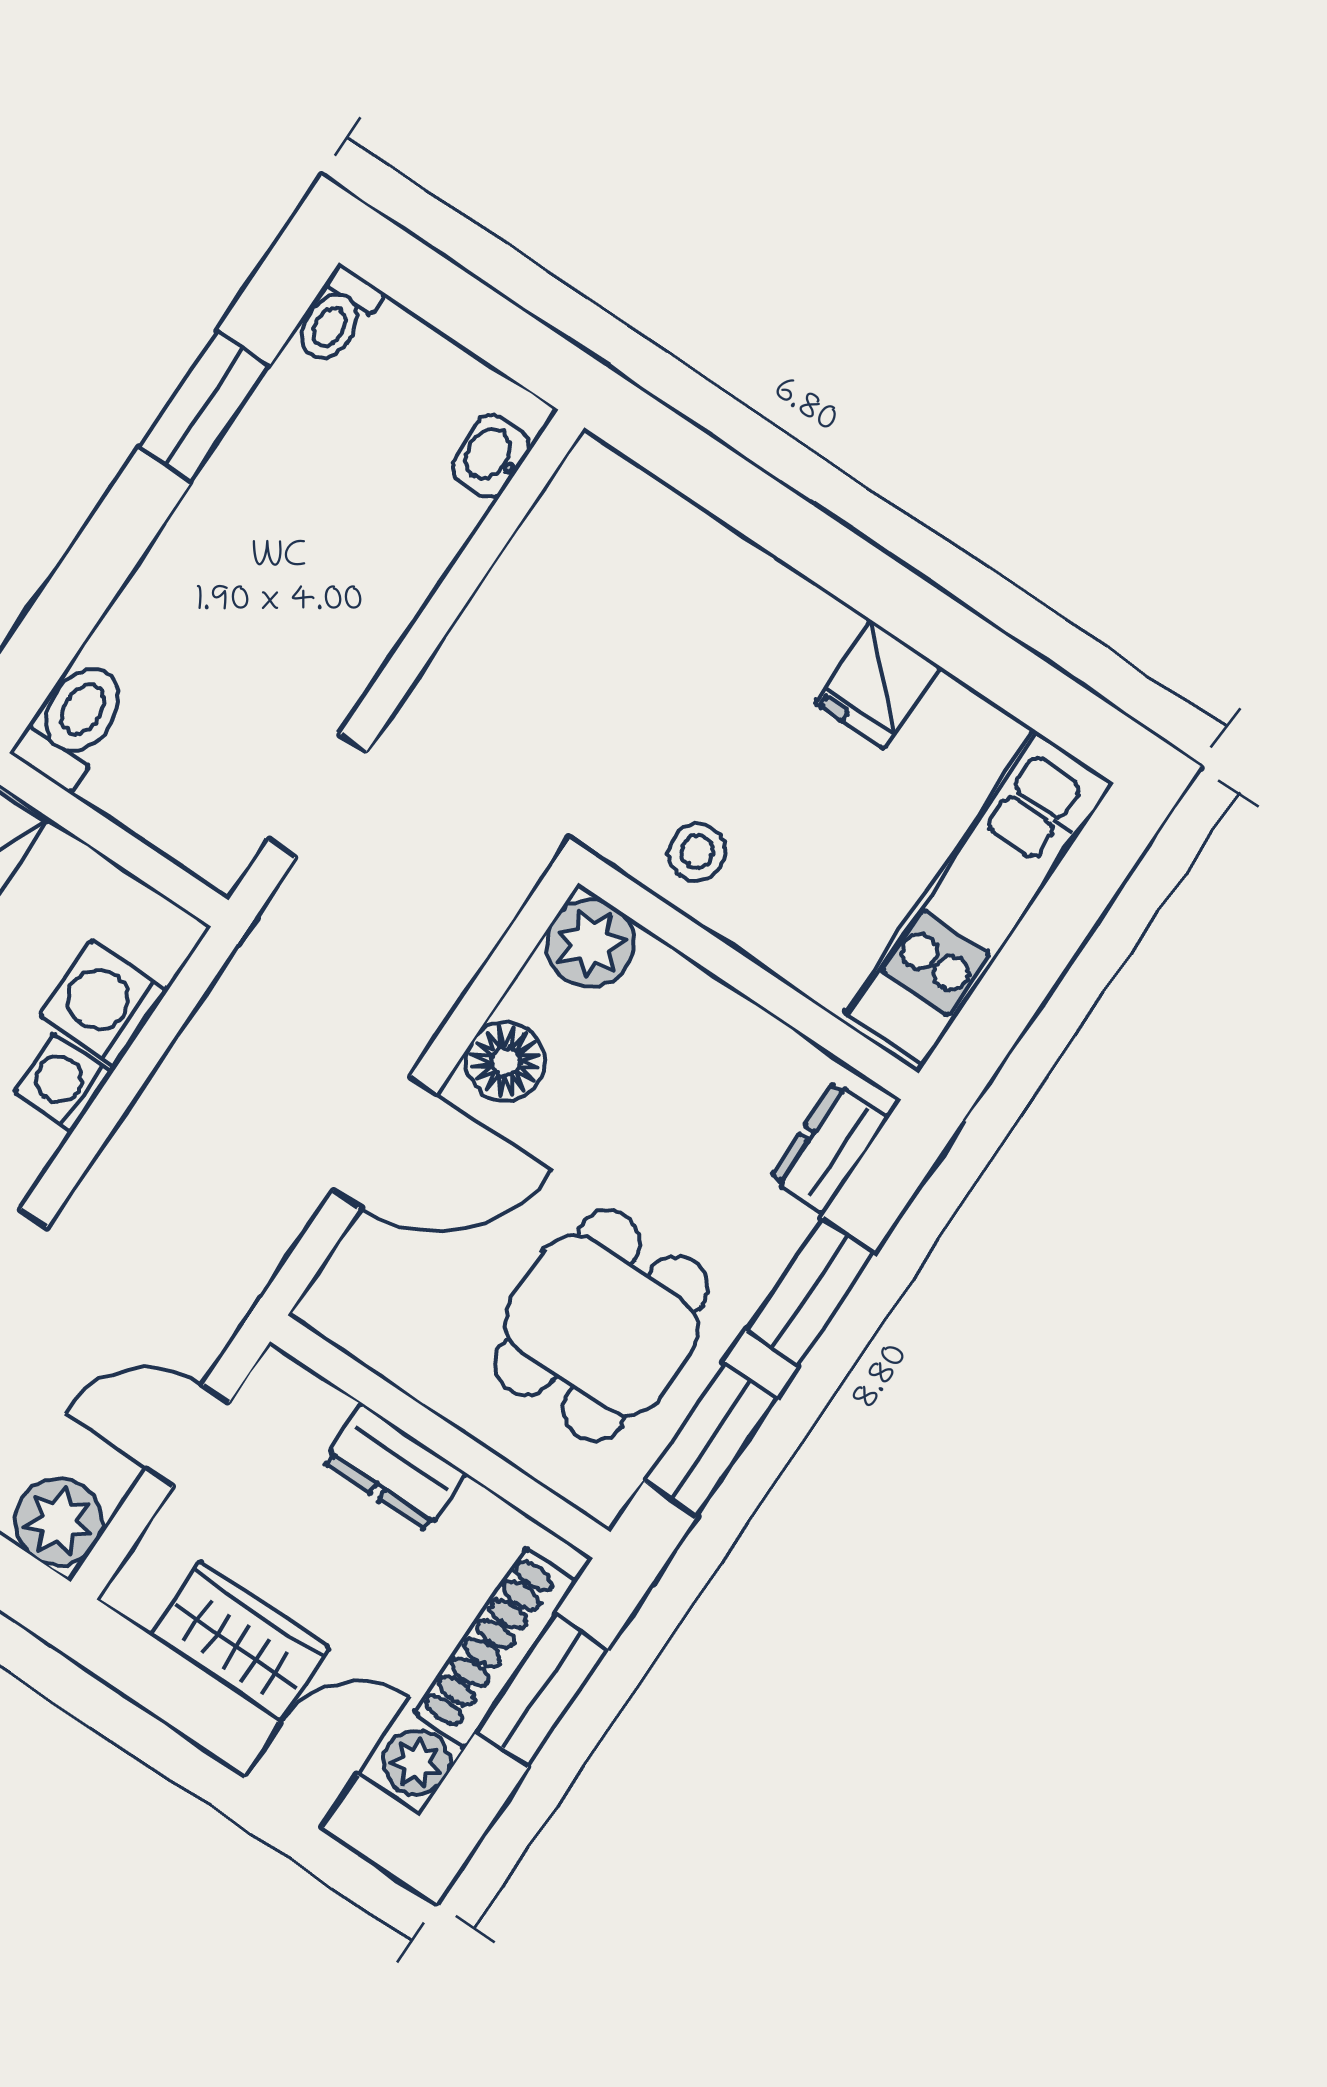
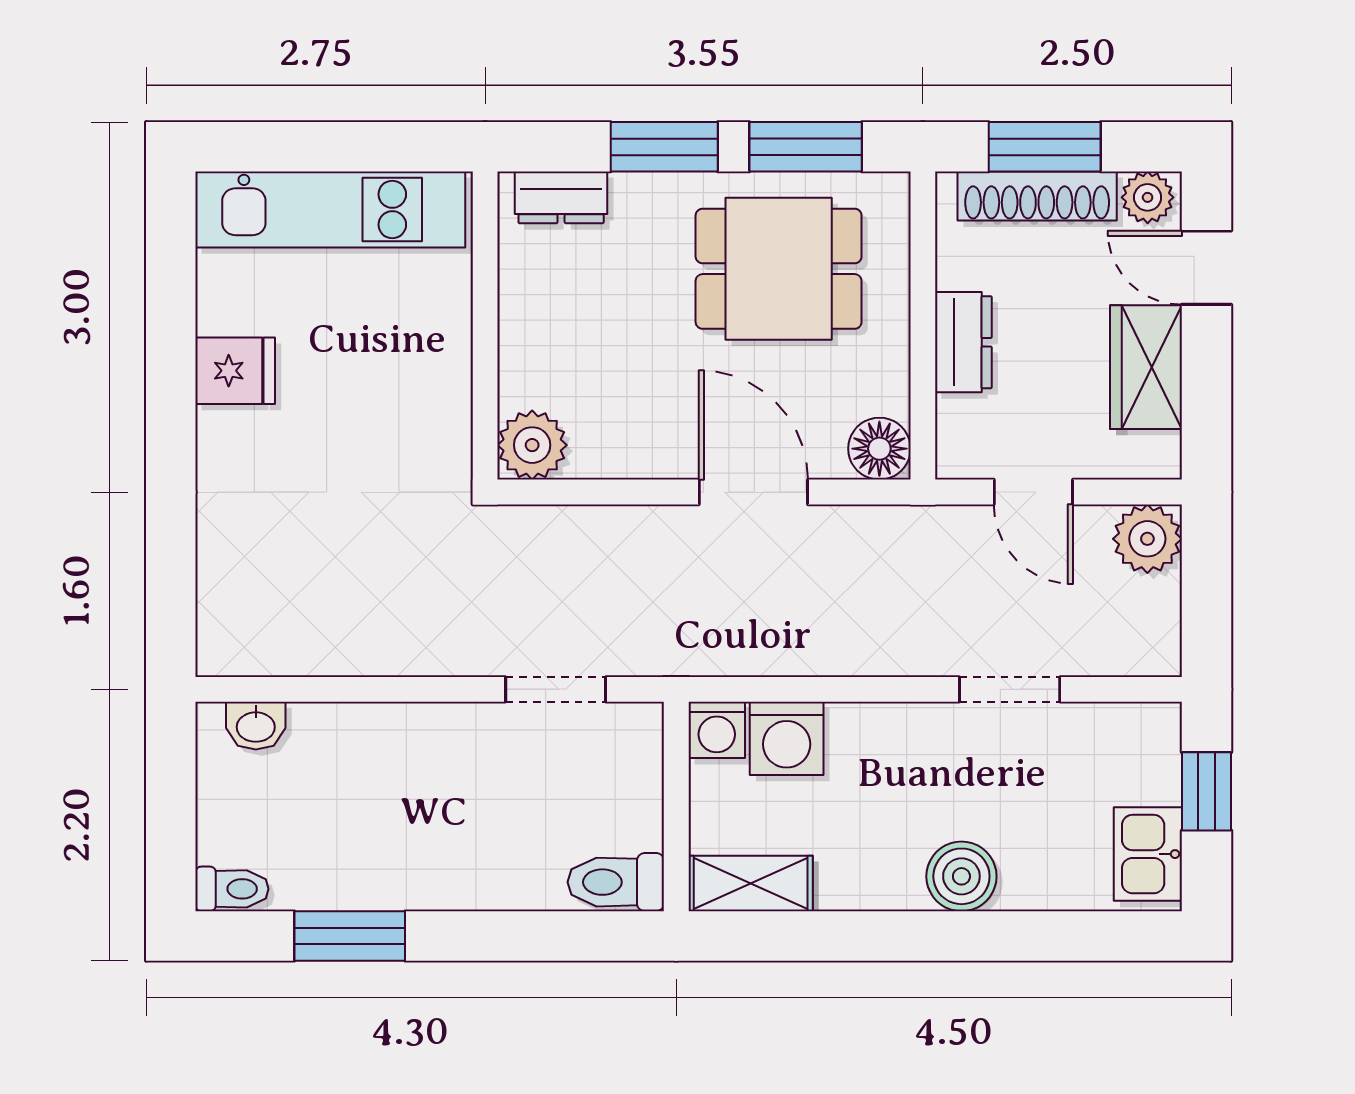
stool: (697, 852) -> (425, 415), removed
floor lamp: (505, 1061) -> (879, 449), moved
washing machine: (63, 1082) -> (717, 730), moved

